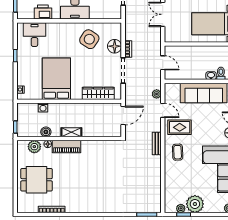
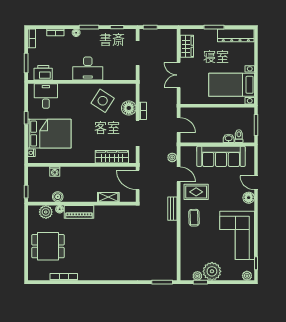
printer: (43, 12) -> (43, 73), moved
bed: (56, 79) -> (49, 134), moved, turned 90
door: (123, 116) -> (138, 180), swing flipped
shelving: (71, 132) -> (108, 197), moved

